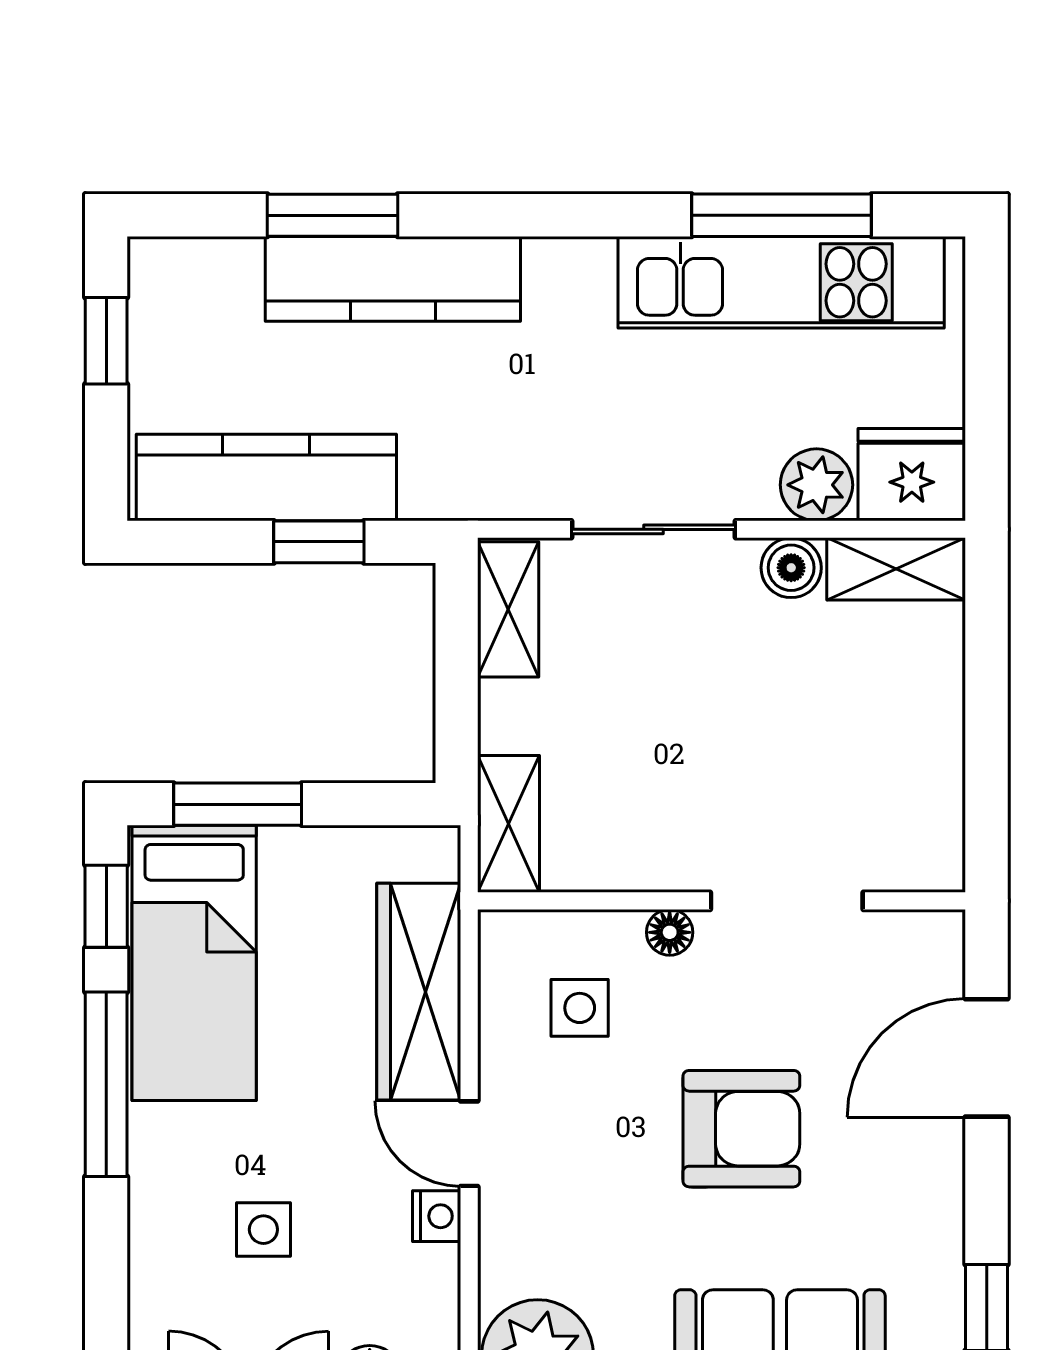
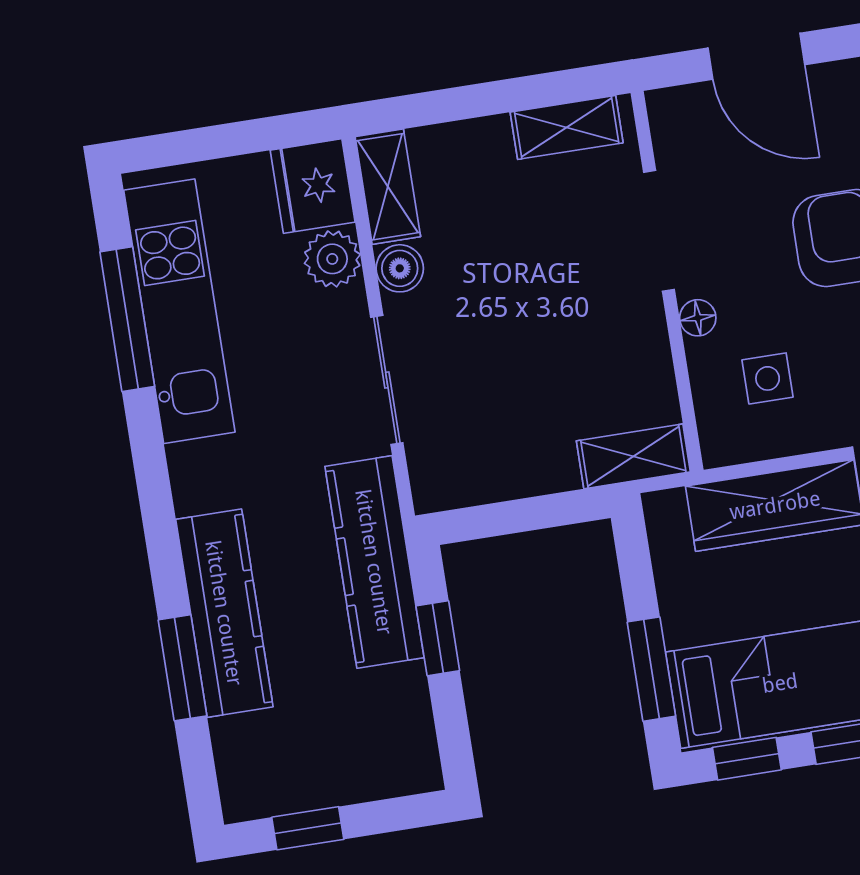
kitchen counter: (266, 478) -> (374, 562), moved
shelving: (508, 609) -> (567, 127), moved

